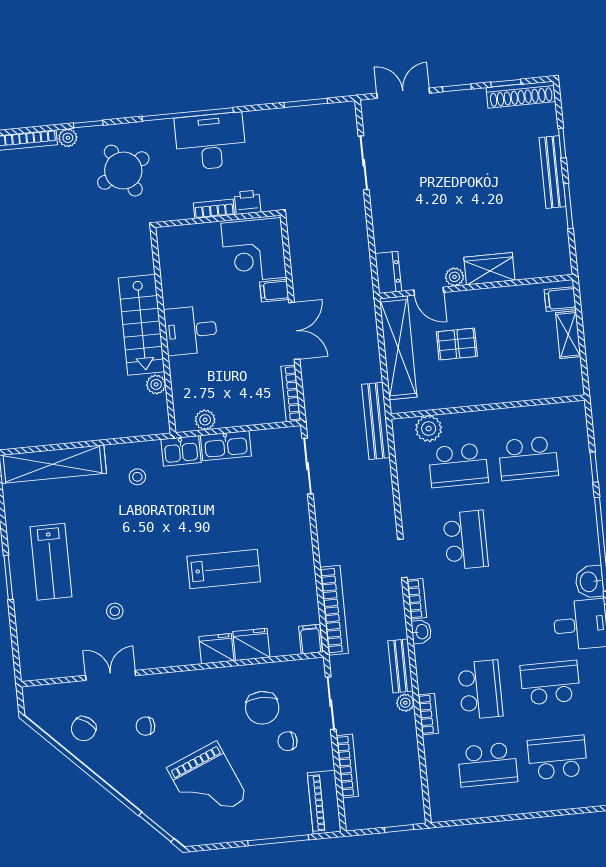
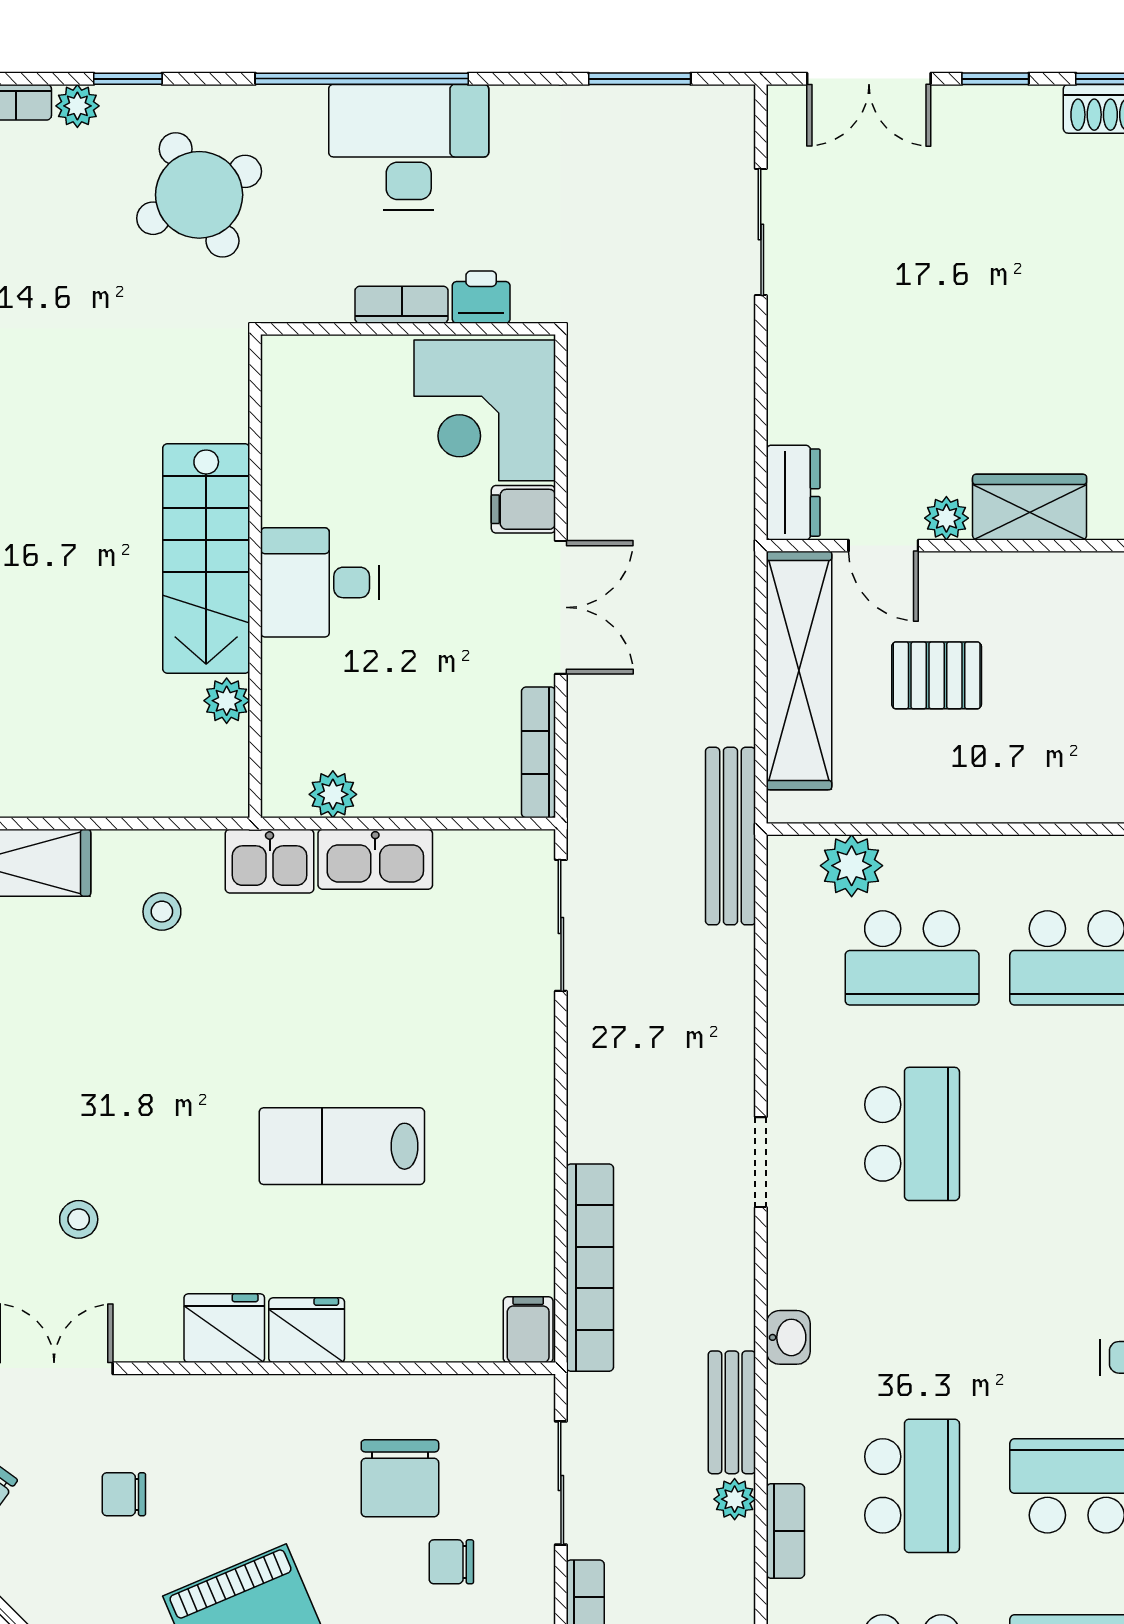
double door: (403, 93) -> (869, 79), swing flipped
lab bench: (224, 569) -> (342, 1146), turned 180
bookcase: (417, 599) -> (785, 1260), removed
fridge: (251, 644) -> (224, 1328), moved

